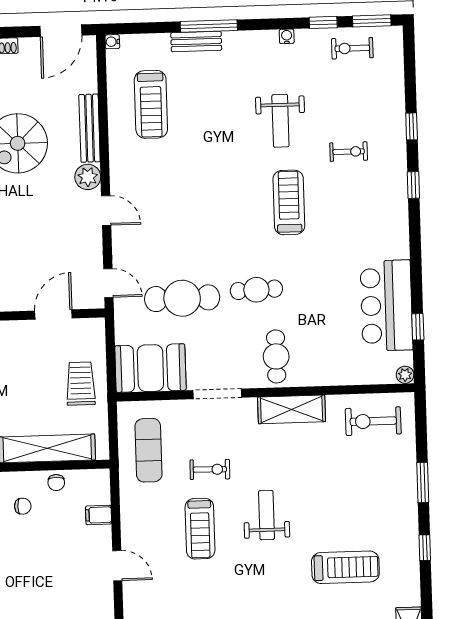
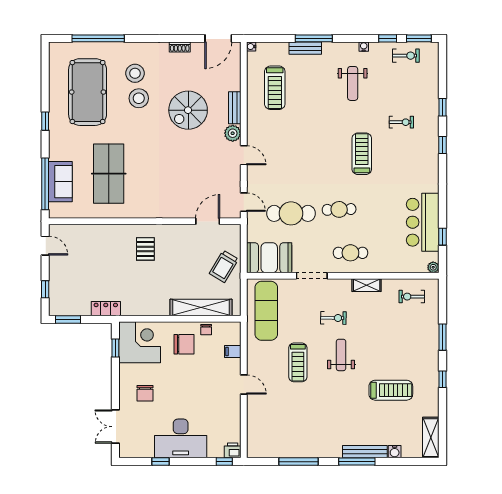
exercise bike: (352, 48) -> (406, 56), turned 180
weight bench: (280, 121) -> (353, 83), moved
bench: (90, 128) -> (235, 108), width x0.73
cafe table: (276, 356) -> (350, 253), turned 90
trolley: (81, 384) -> (224, 266), turned -149
shelving: (292, 409) -> (367, 285), width x0.67, depth x0.75
exercise bike: (373, 421) -> (412, 297), width x0.73, depth x0.72
exercise mat: (148, 450) -> (266, 311), width x1.36, depth x1.45
exercise bike: (210, 469) -> (333, 318), moved
chair: (23, 506) -> (184, 344), width x1.87, depth x1.87

